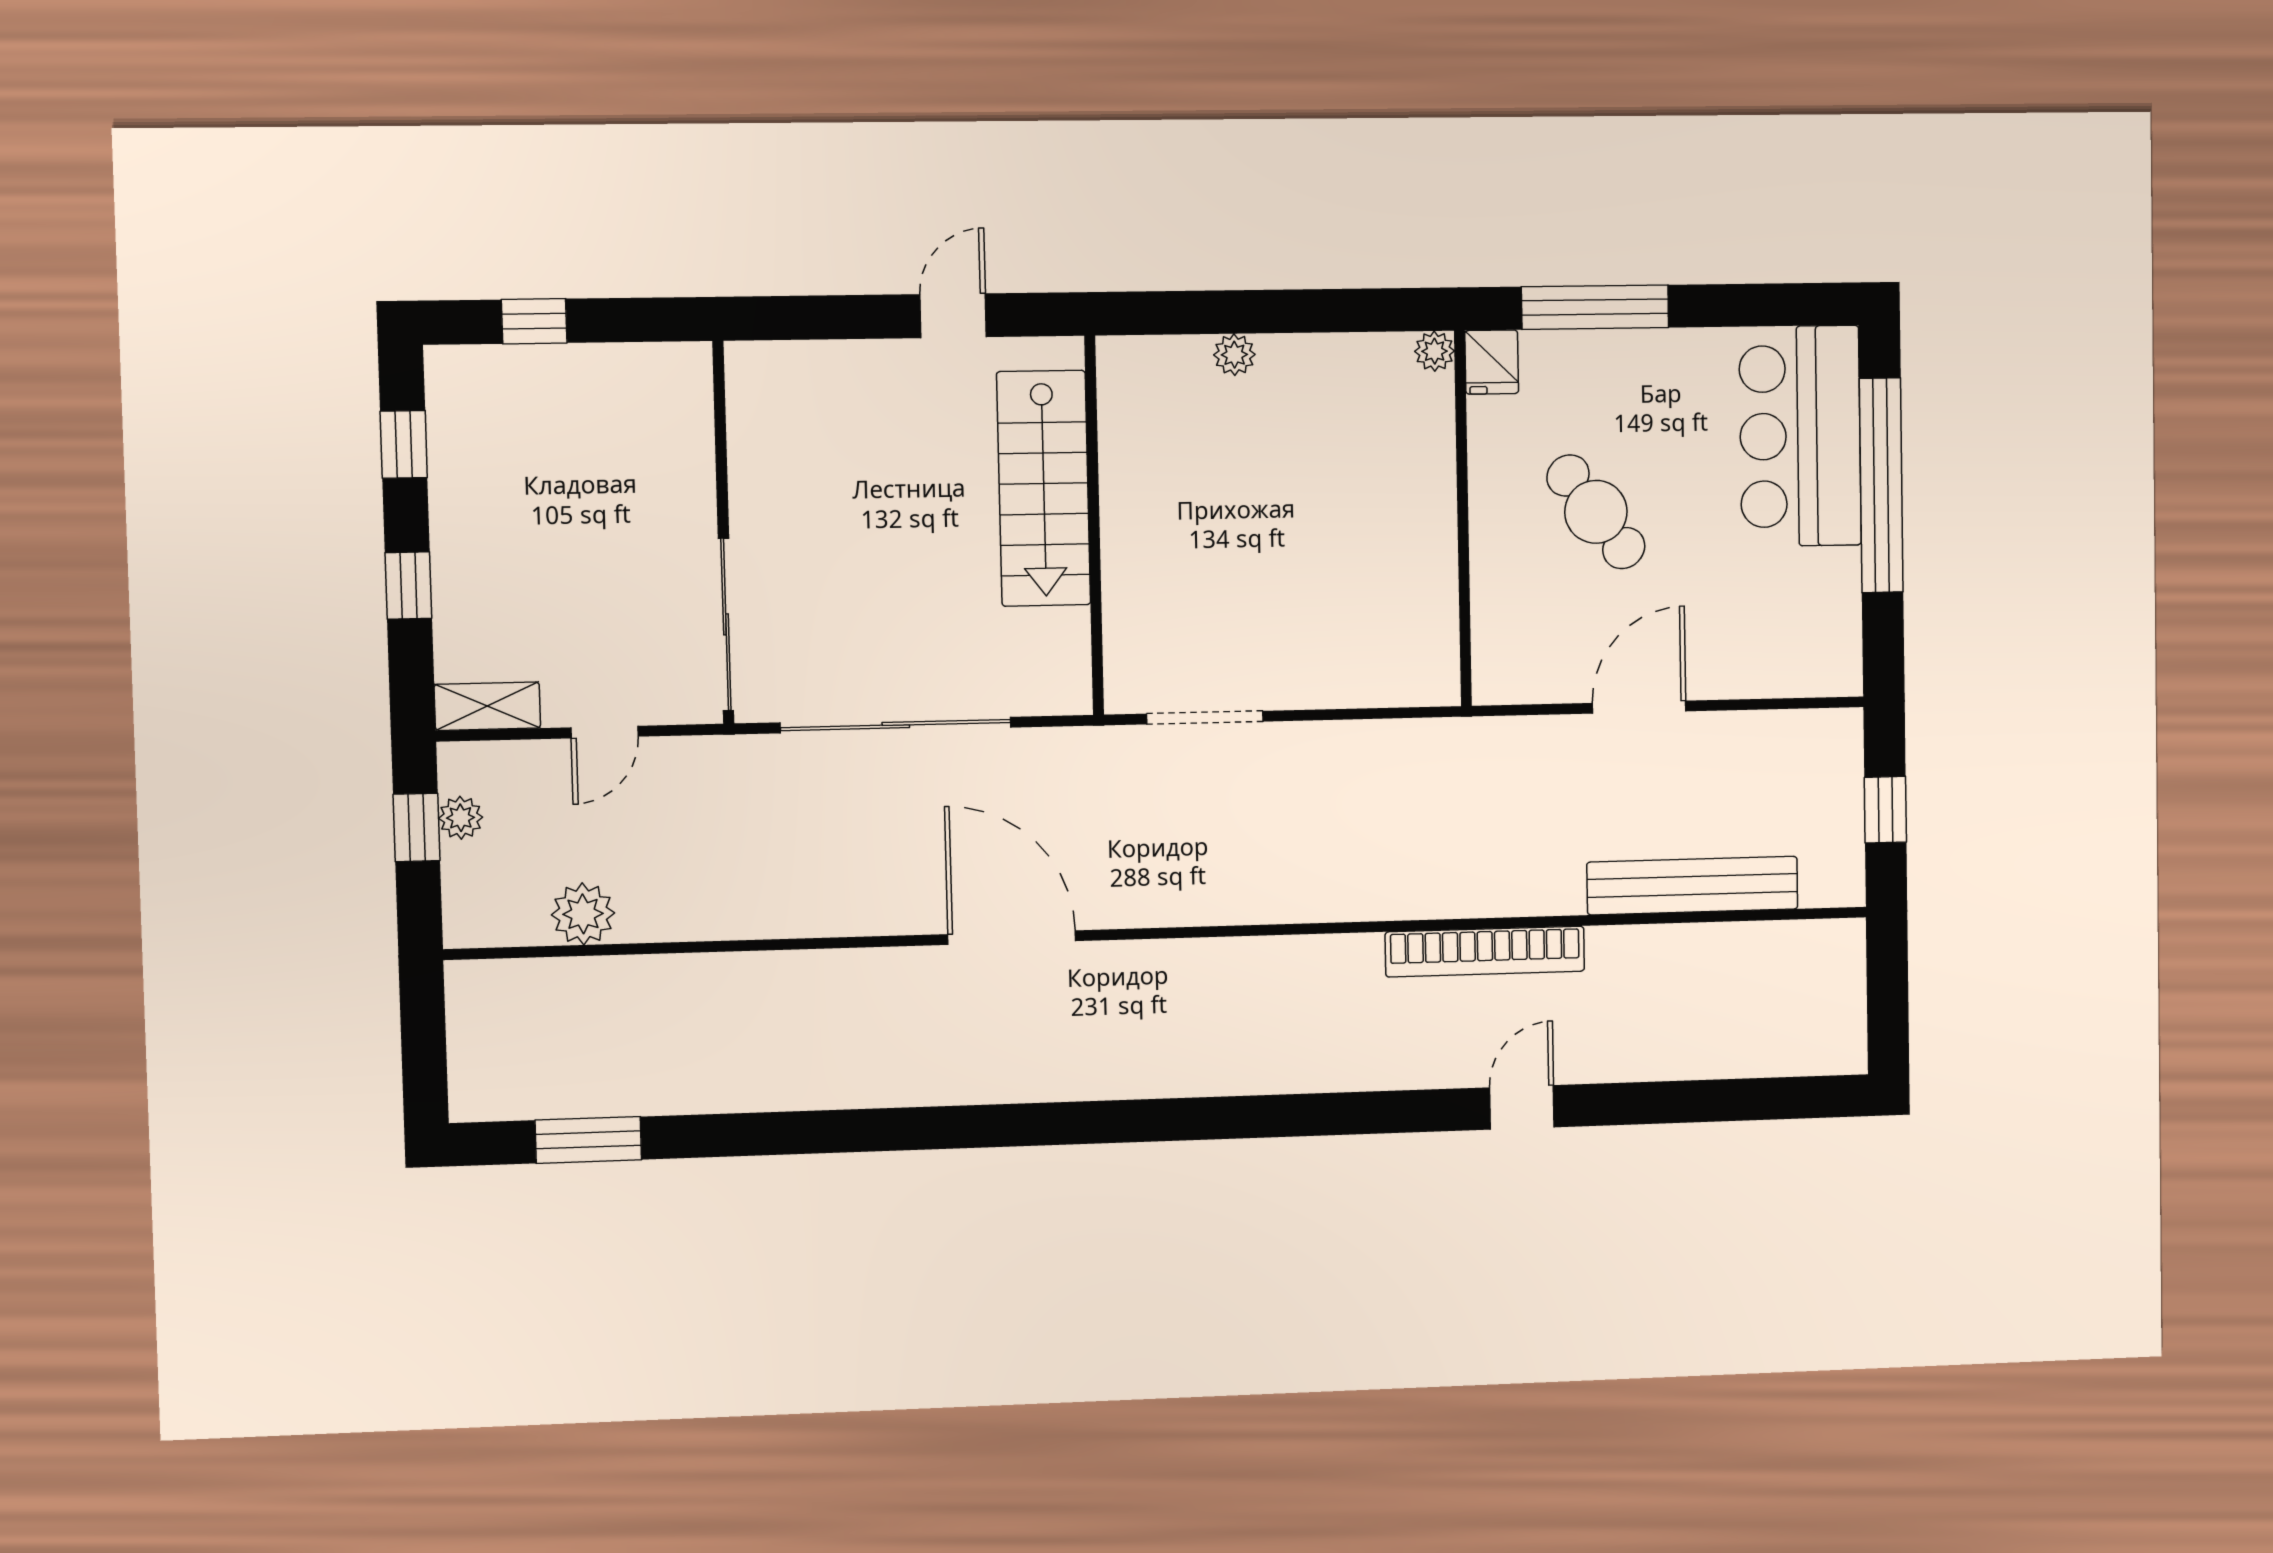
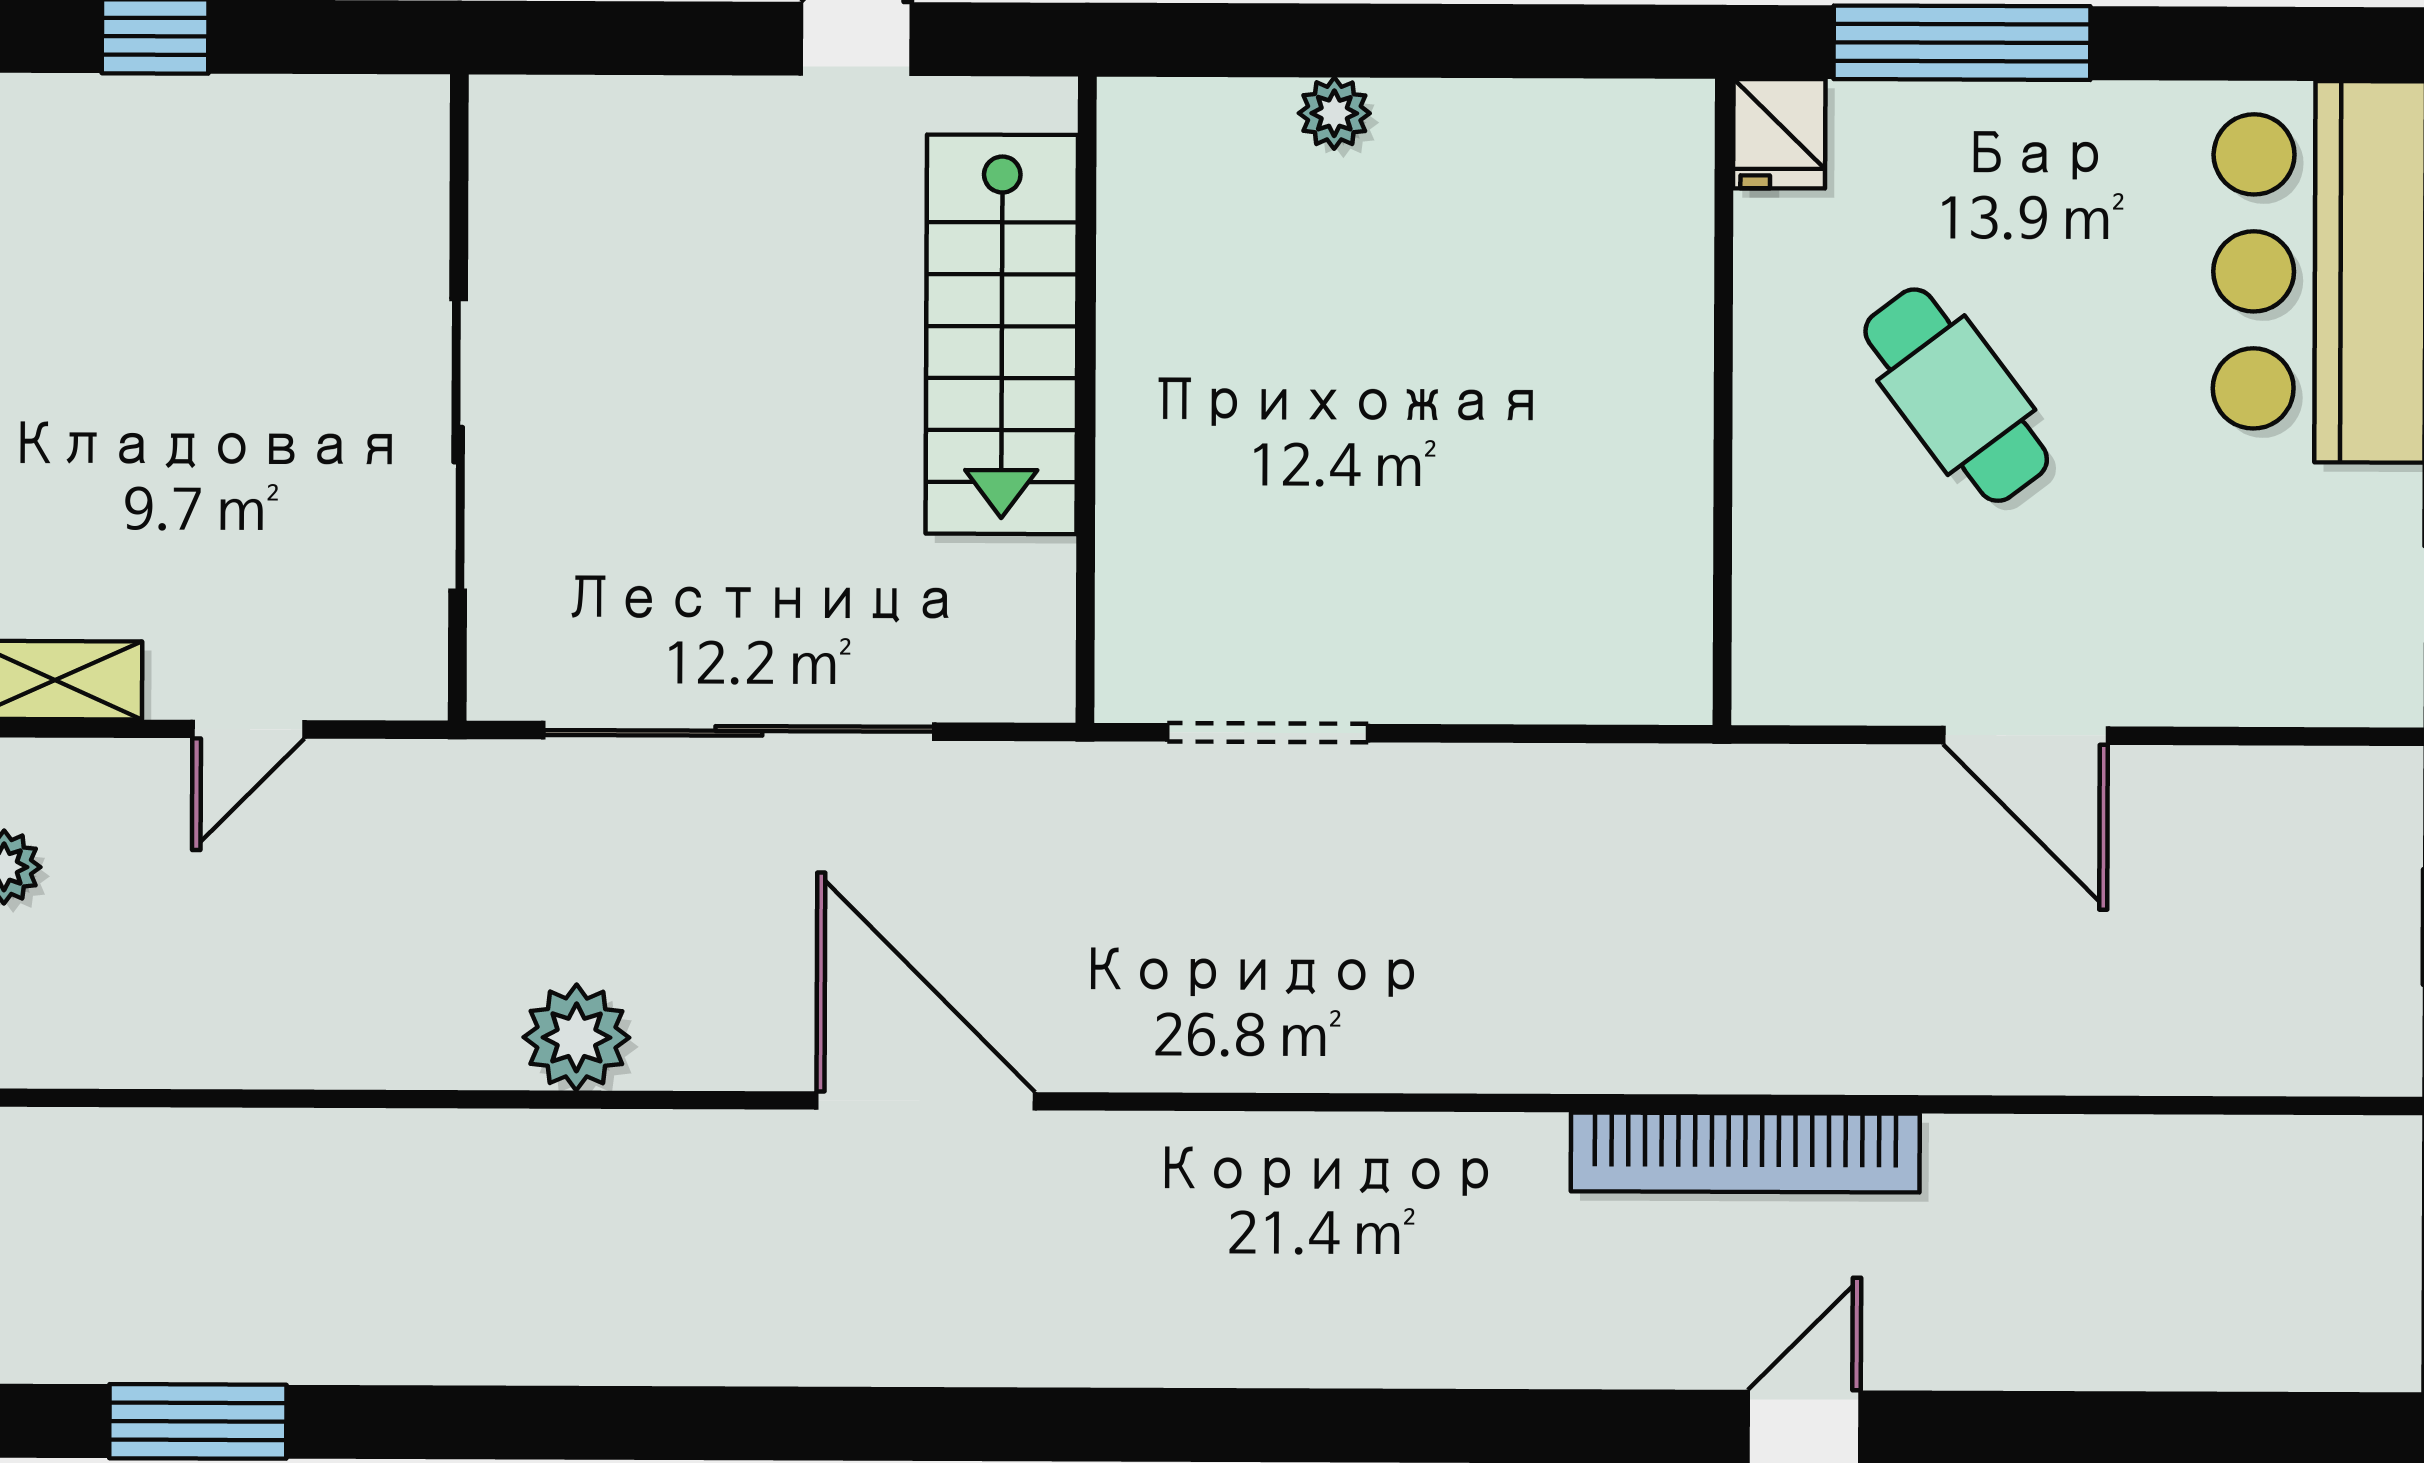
plant: (1435, 351) -> (1680, 113), removed
sliding door: (726, 624) -> (458, 445), moved
door: (1639, 707) -> (2026, 735), swing flipped
bench: (1692, 886) -> (2114, 1049), removed
plant: (583, 914) -> (576, 1037), moved

